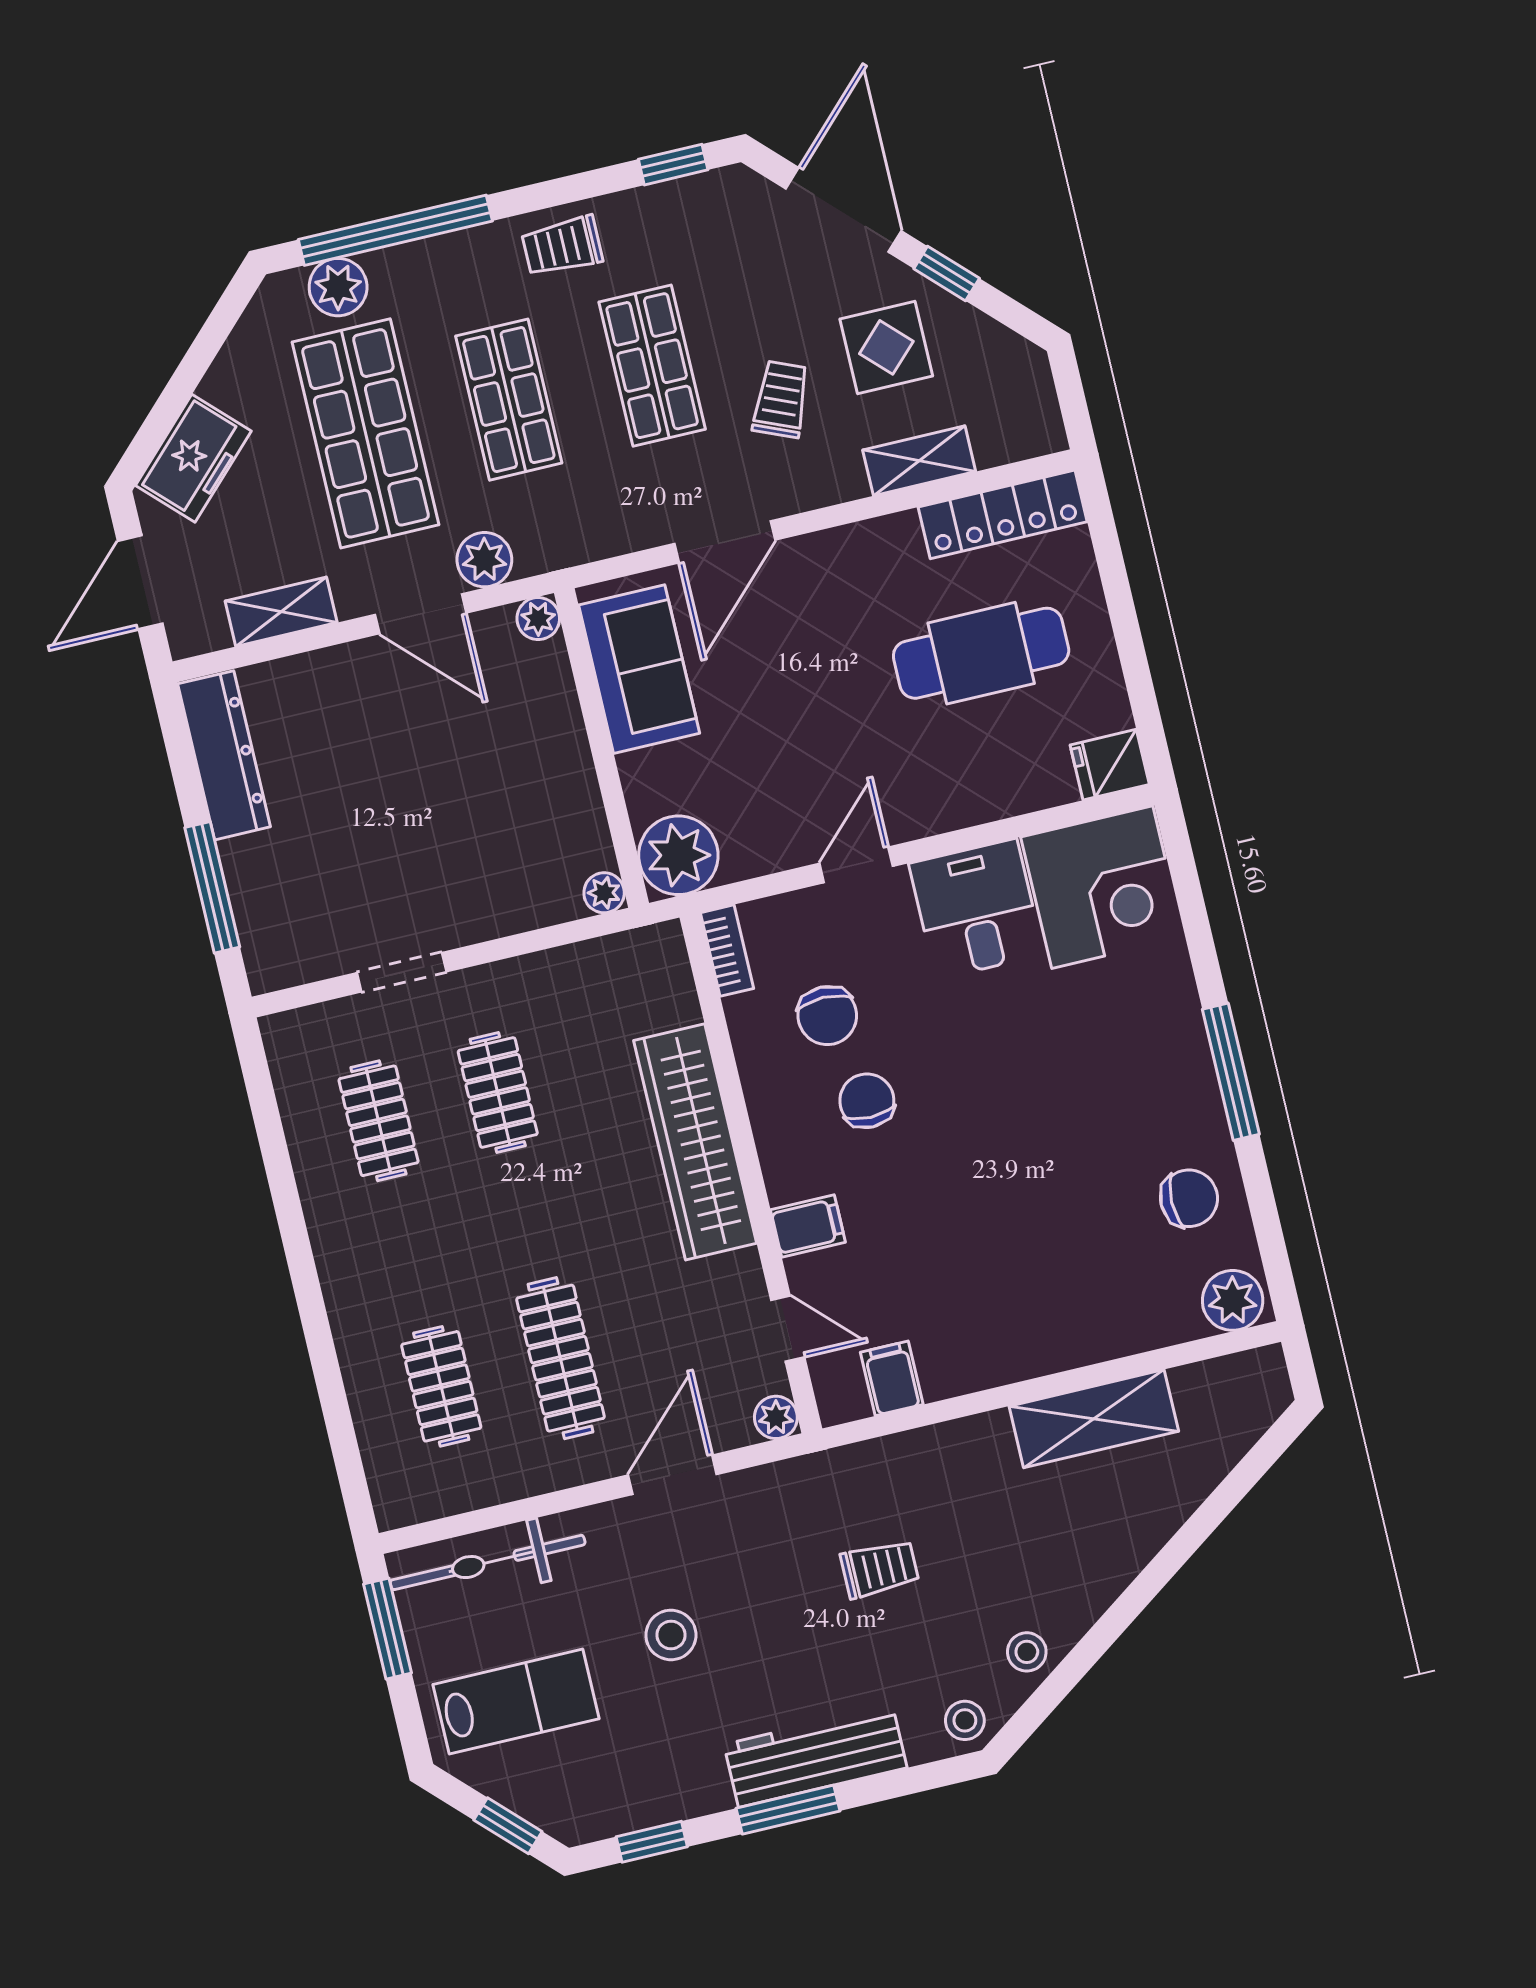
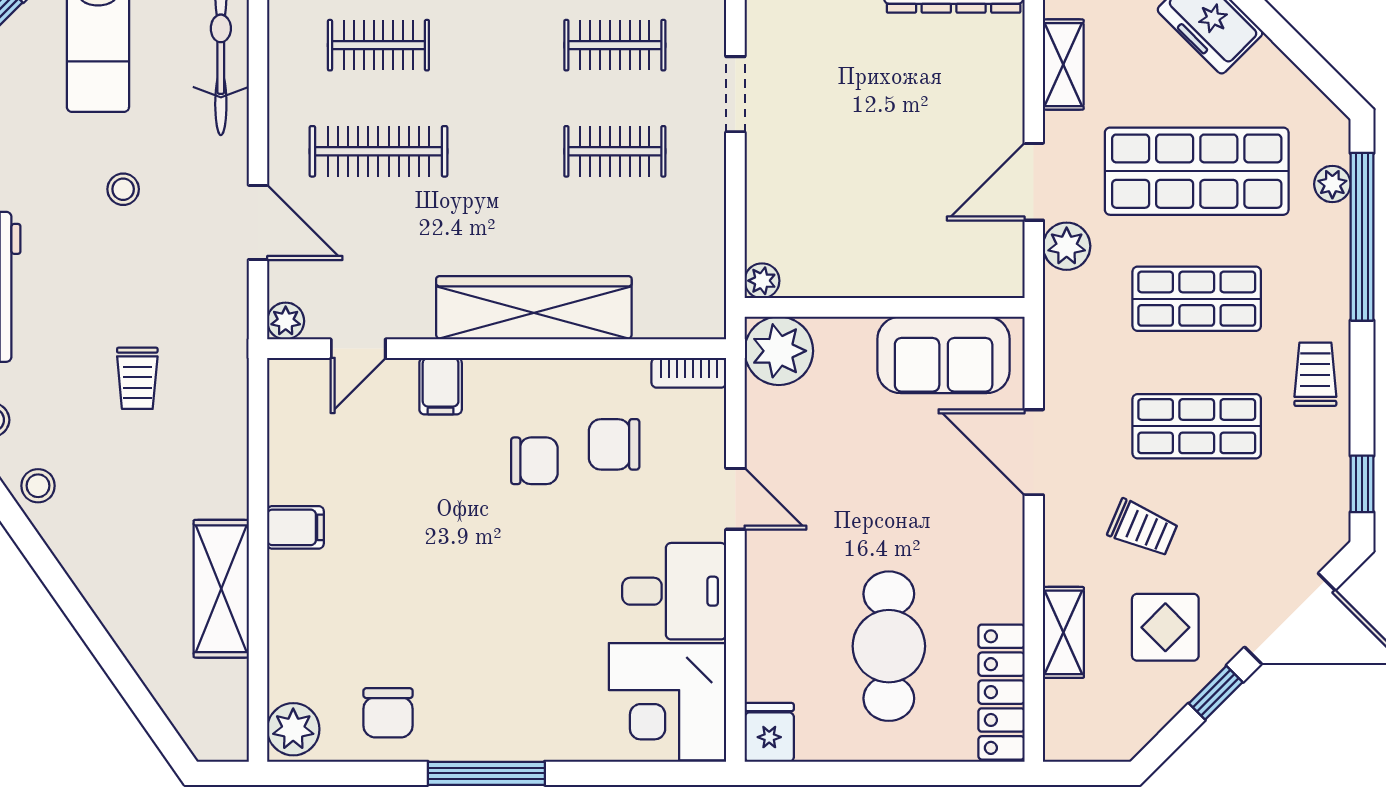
plant: (338, 287) -> (1332, 184), width x0.73, depth x0.73
plant: (538, 619) -> (1006, 280), removed
filing cabinet: (892, 1378) -> (295, 527), moved
stool: (671, 1635) -> (123, 189), width x0.73, depth x0.73

